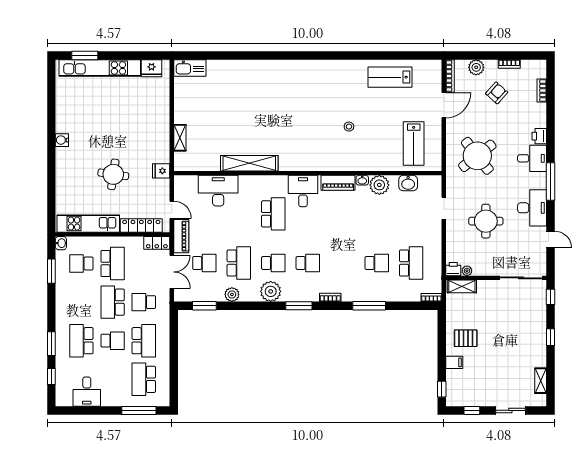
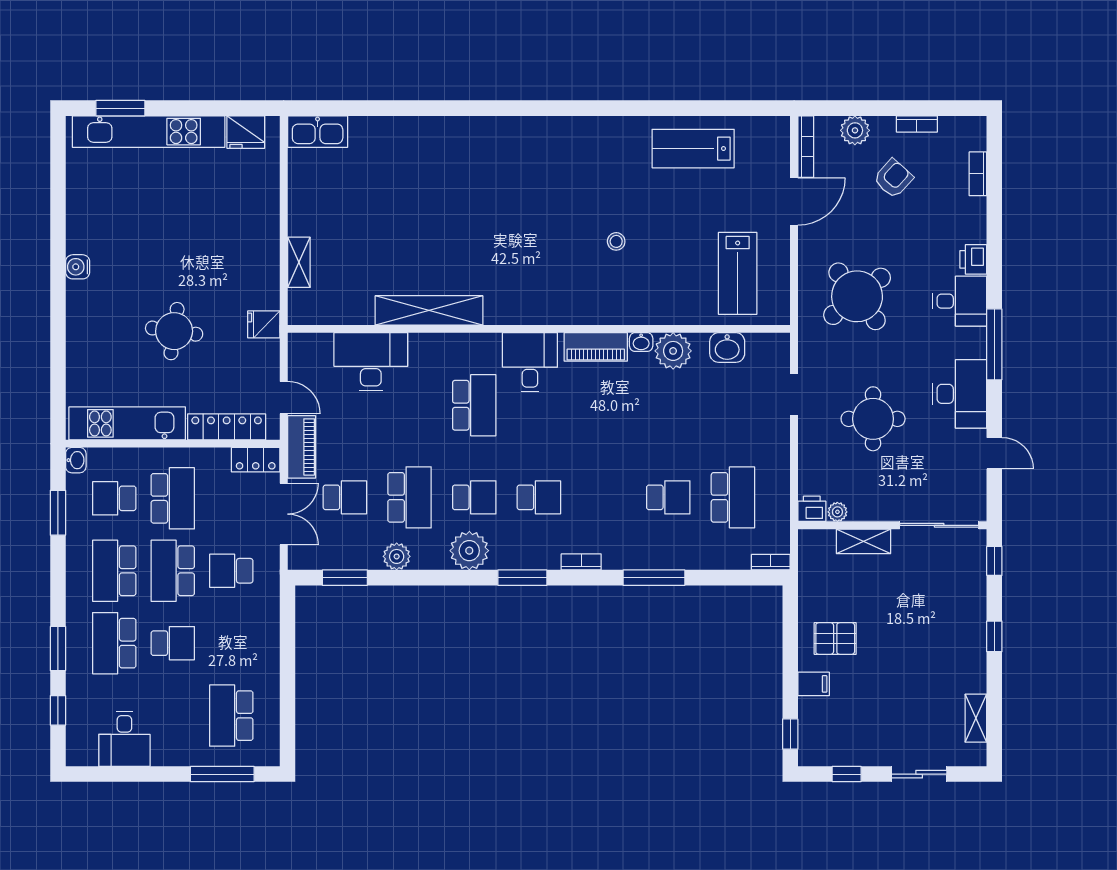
shelving: (462, 286) -> (863, 541), moved
school desk: (144, 341) -> (114, 571), moved, turned 180

